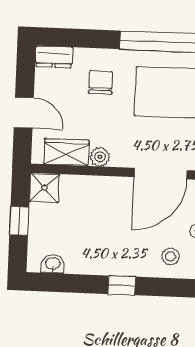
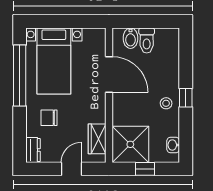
plant: (100, 157) -> (99, 116), removed
shower: (44, 188) -> (130, 144), width x1.86, depth x1.86
stool: (171, 256) -> (166, 103), moved

